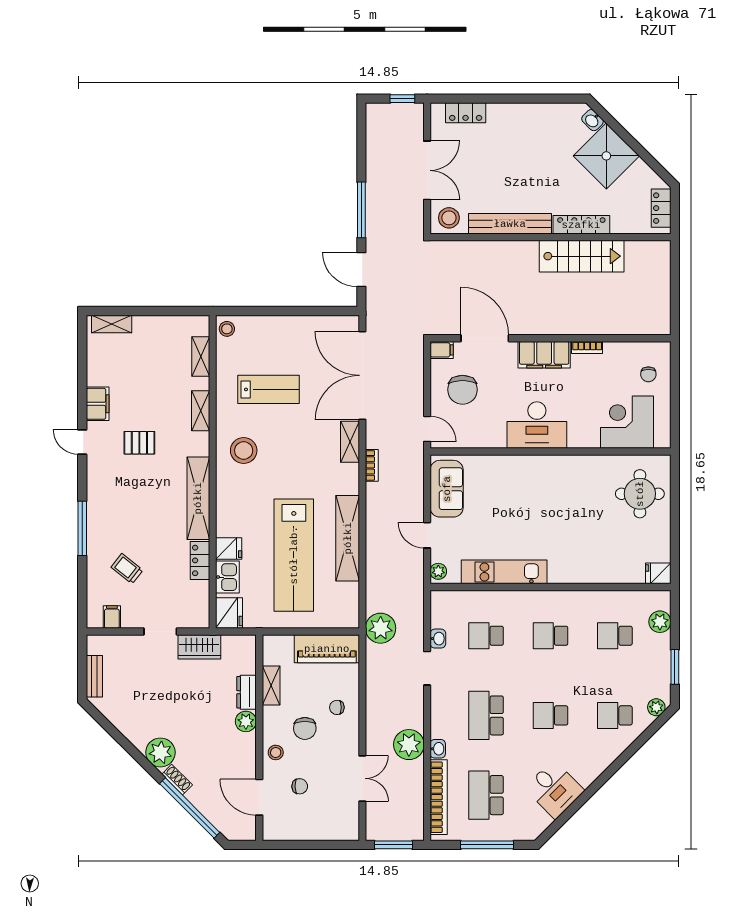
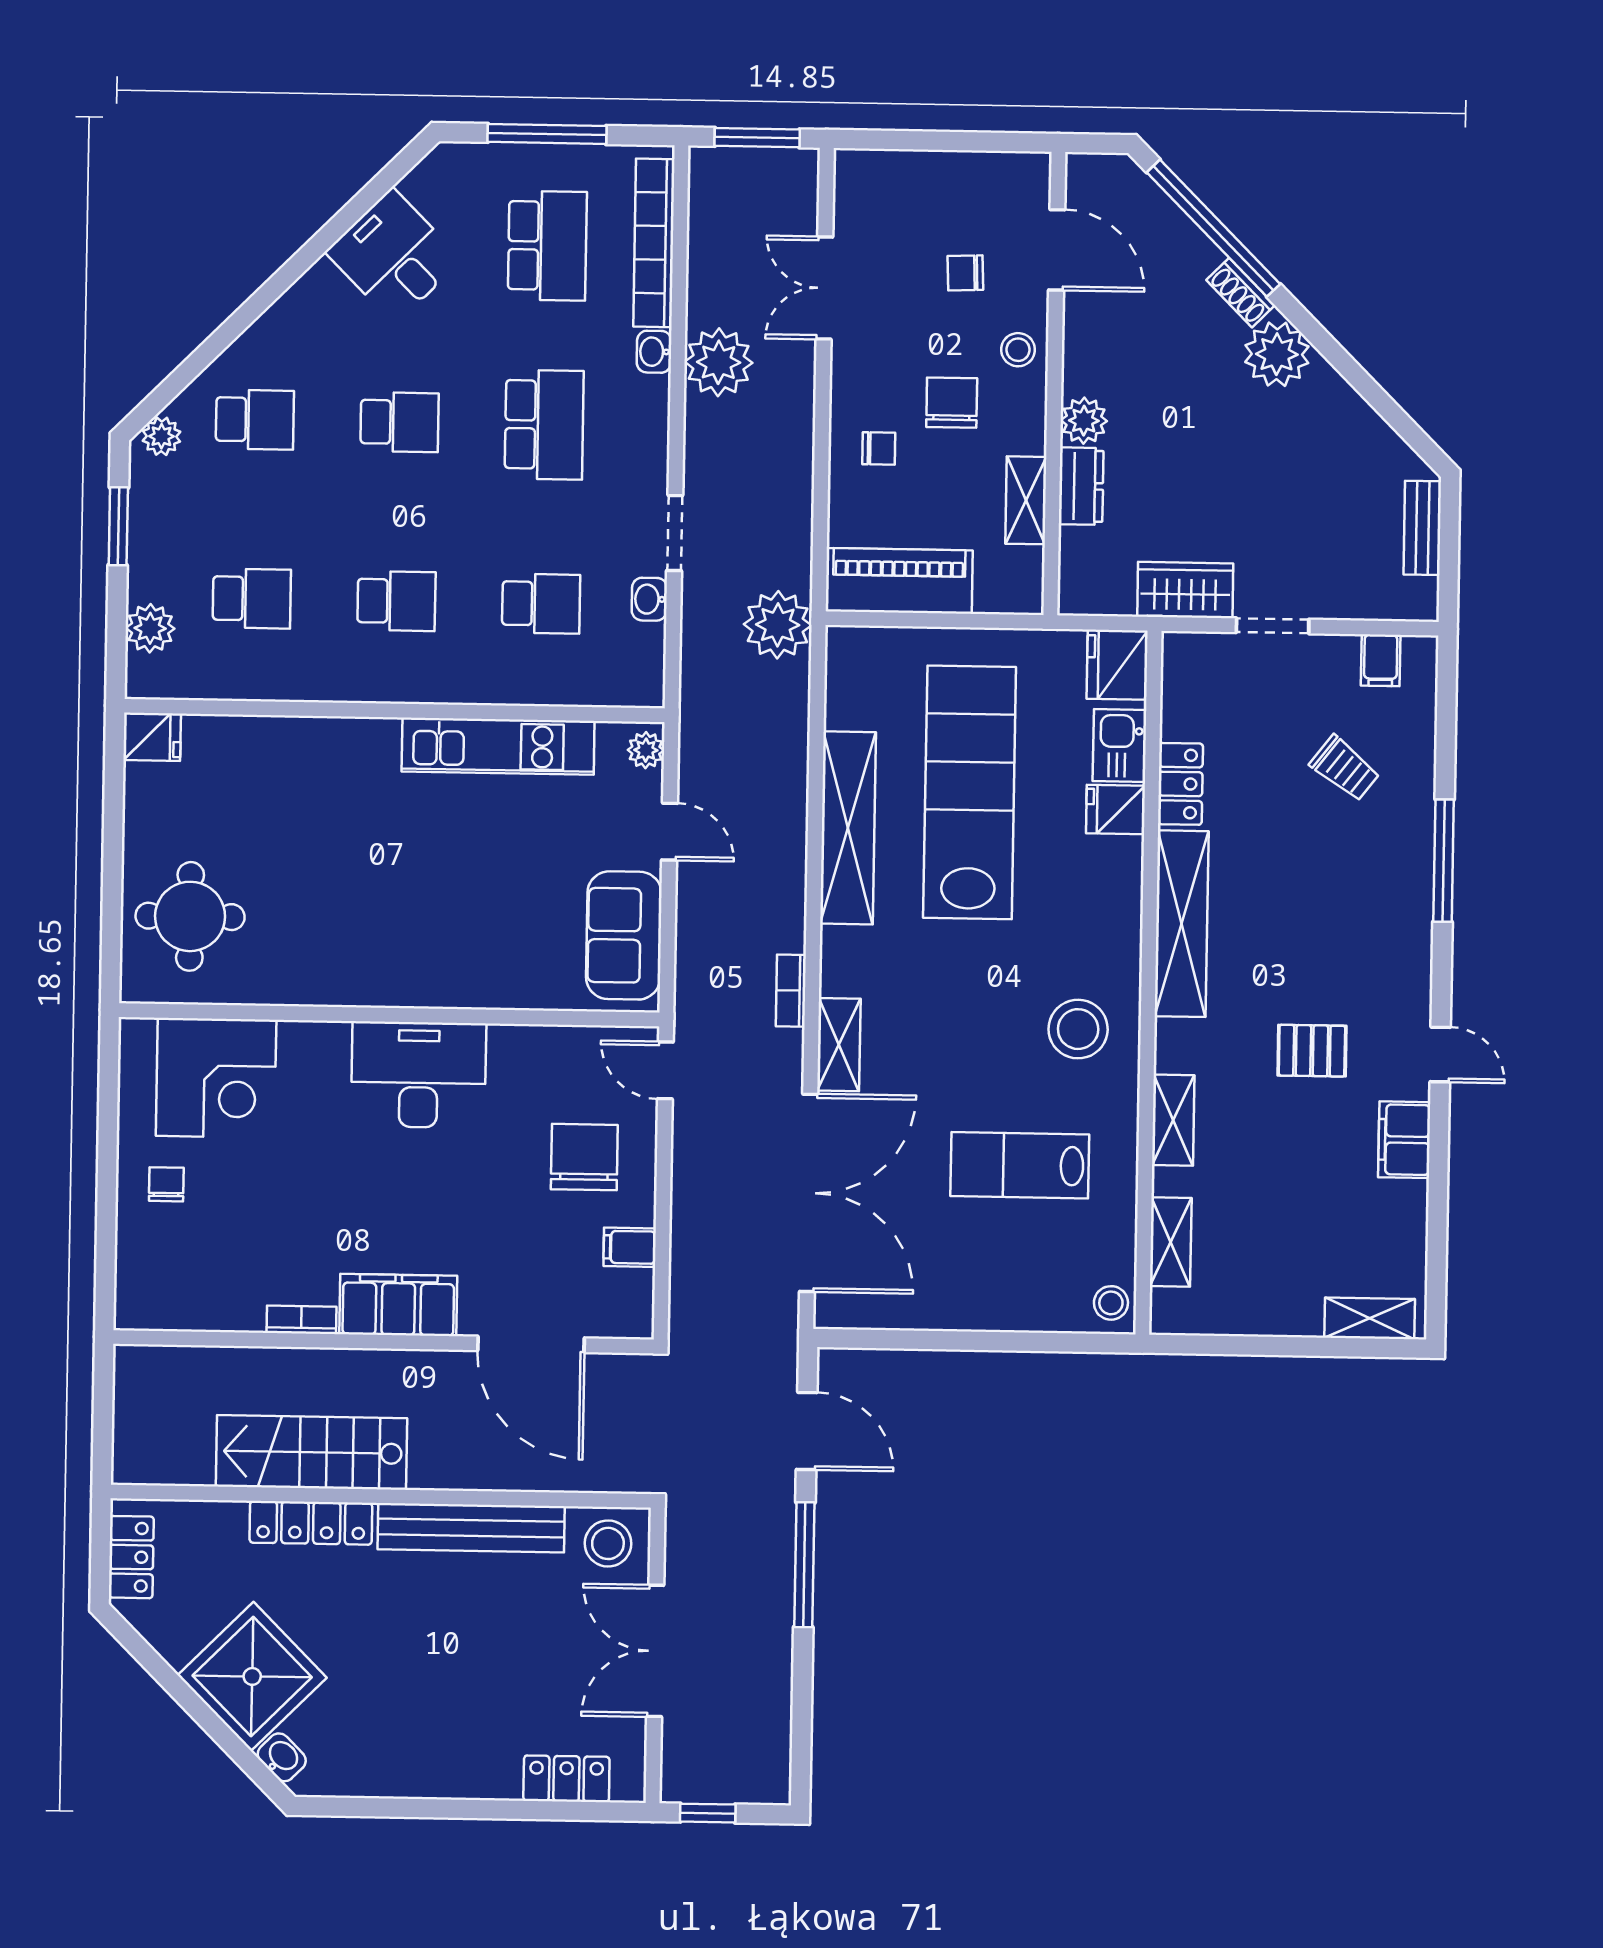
door: (485, 338) -> (531, 1344), moved
wall: (550, 338) -> (383, 1342), moved
bookcase: (587, 347) -> (302, 1320), moved
filing cabinet: (544, 355) -> (398, 1305), moved

